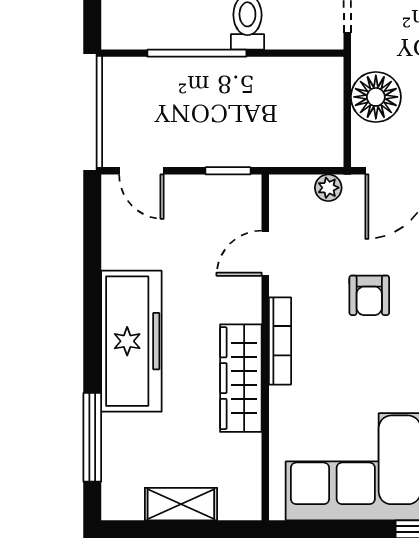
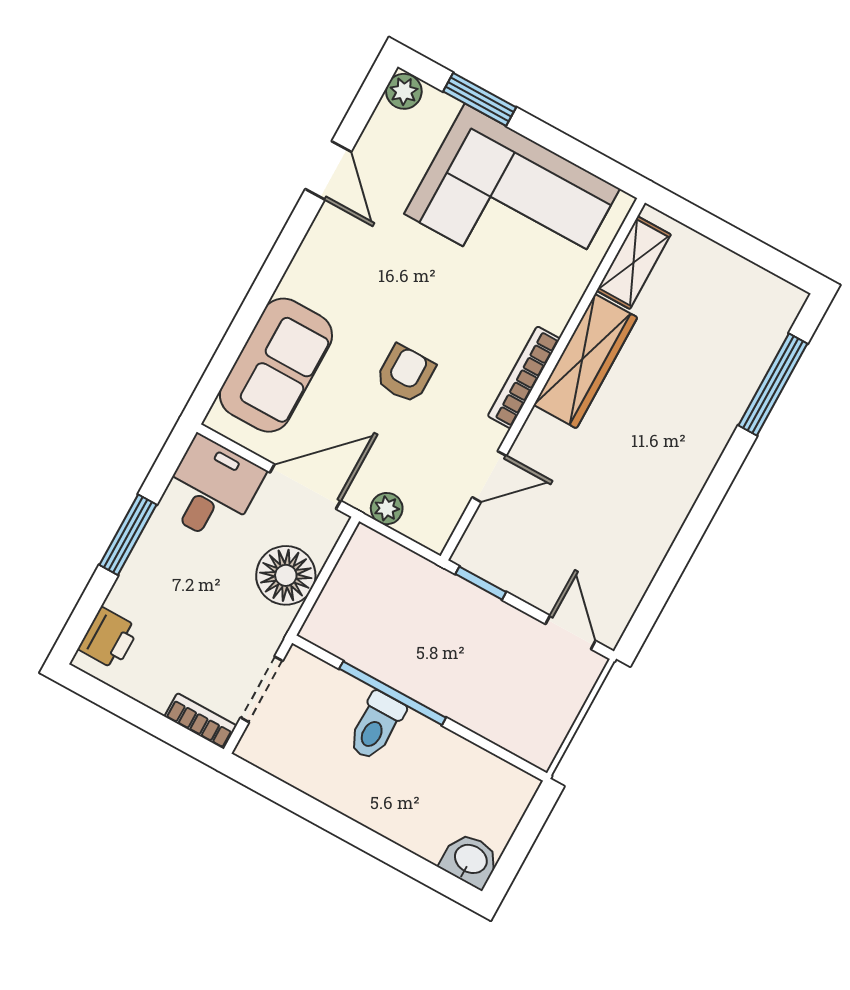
window: (197, 53) -> (393, 693), moved
freezer: (131, 341) -> (678, 462), removed
shelving: (181, 504) -> (634, 263), moved, turned 90

